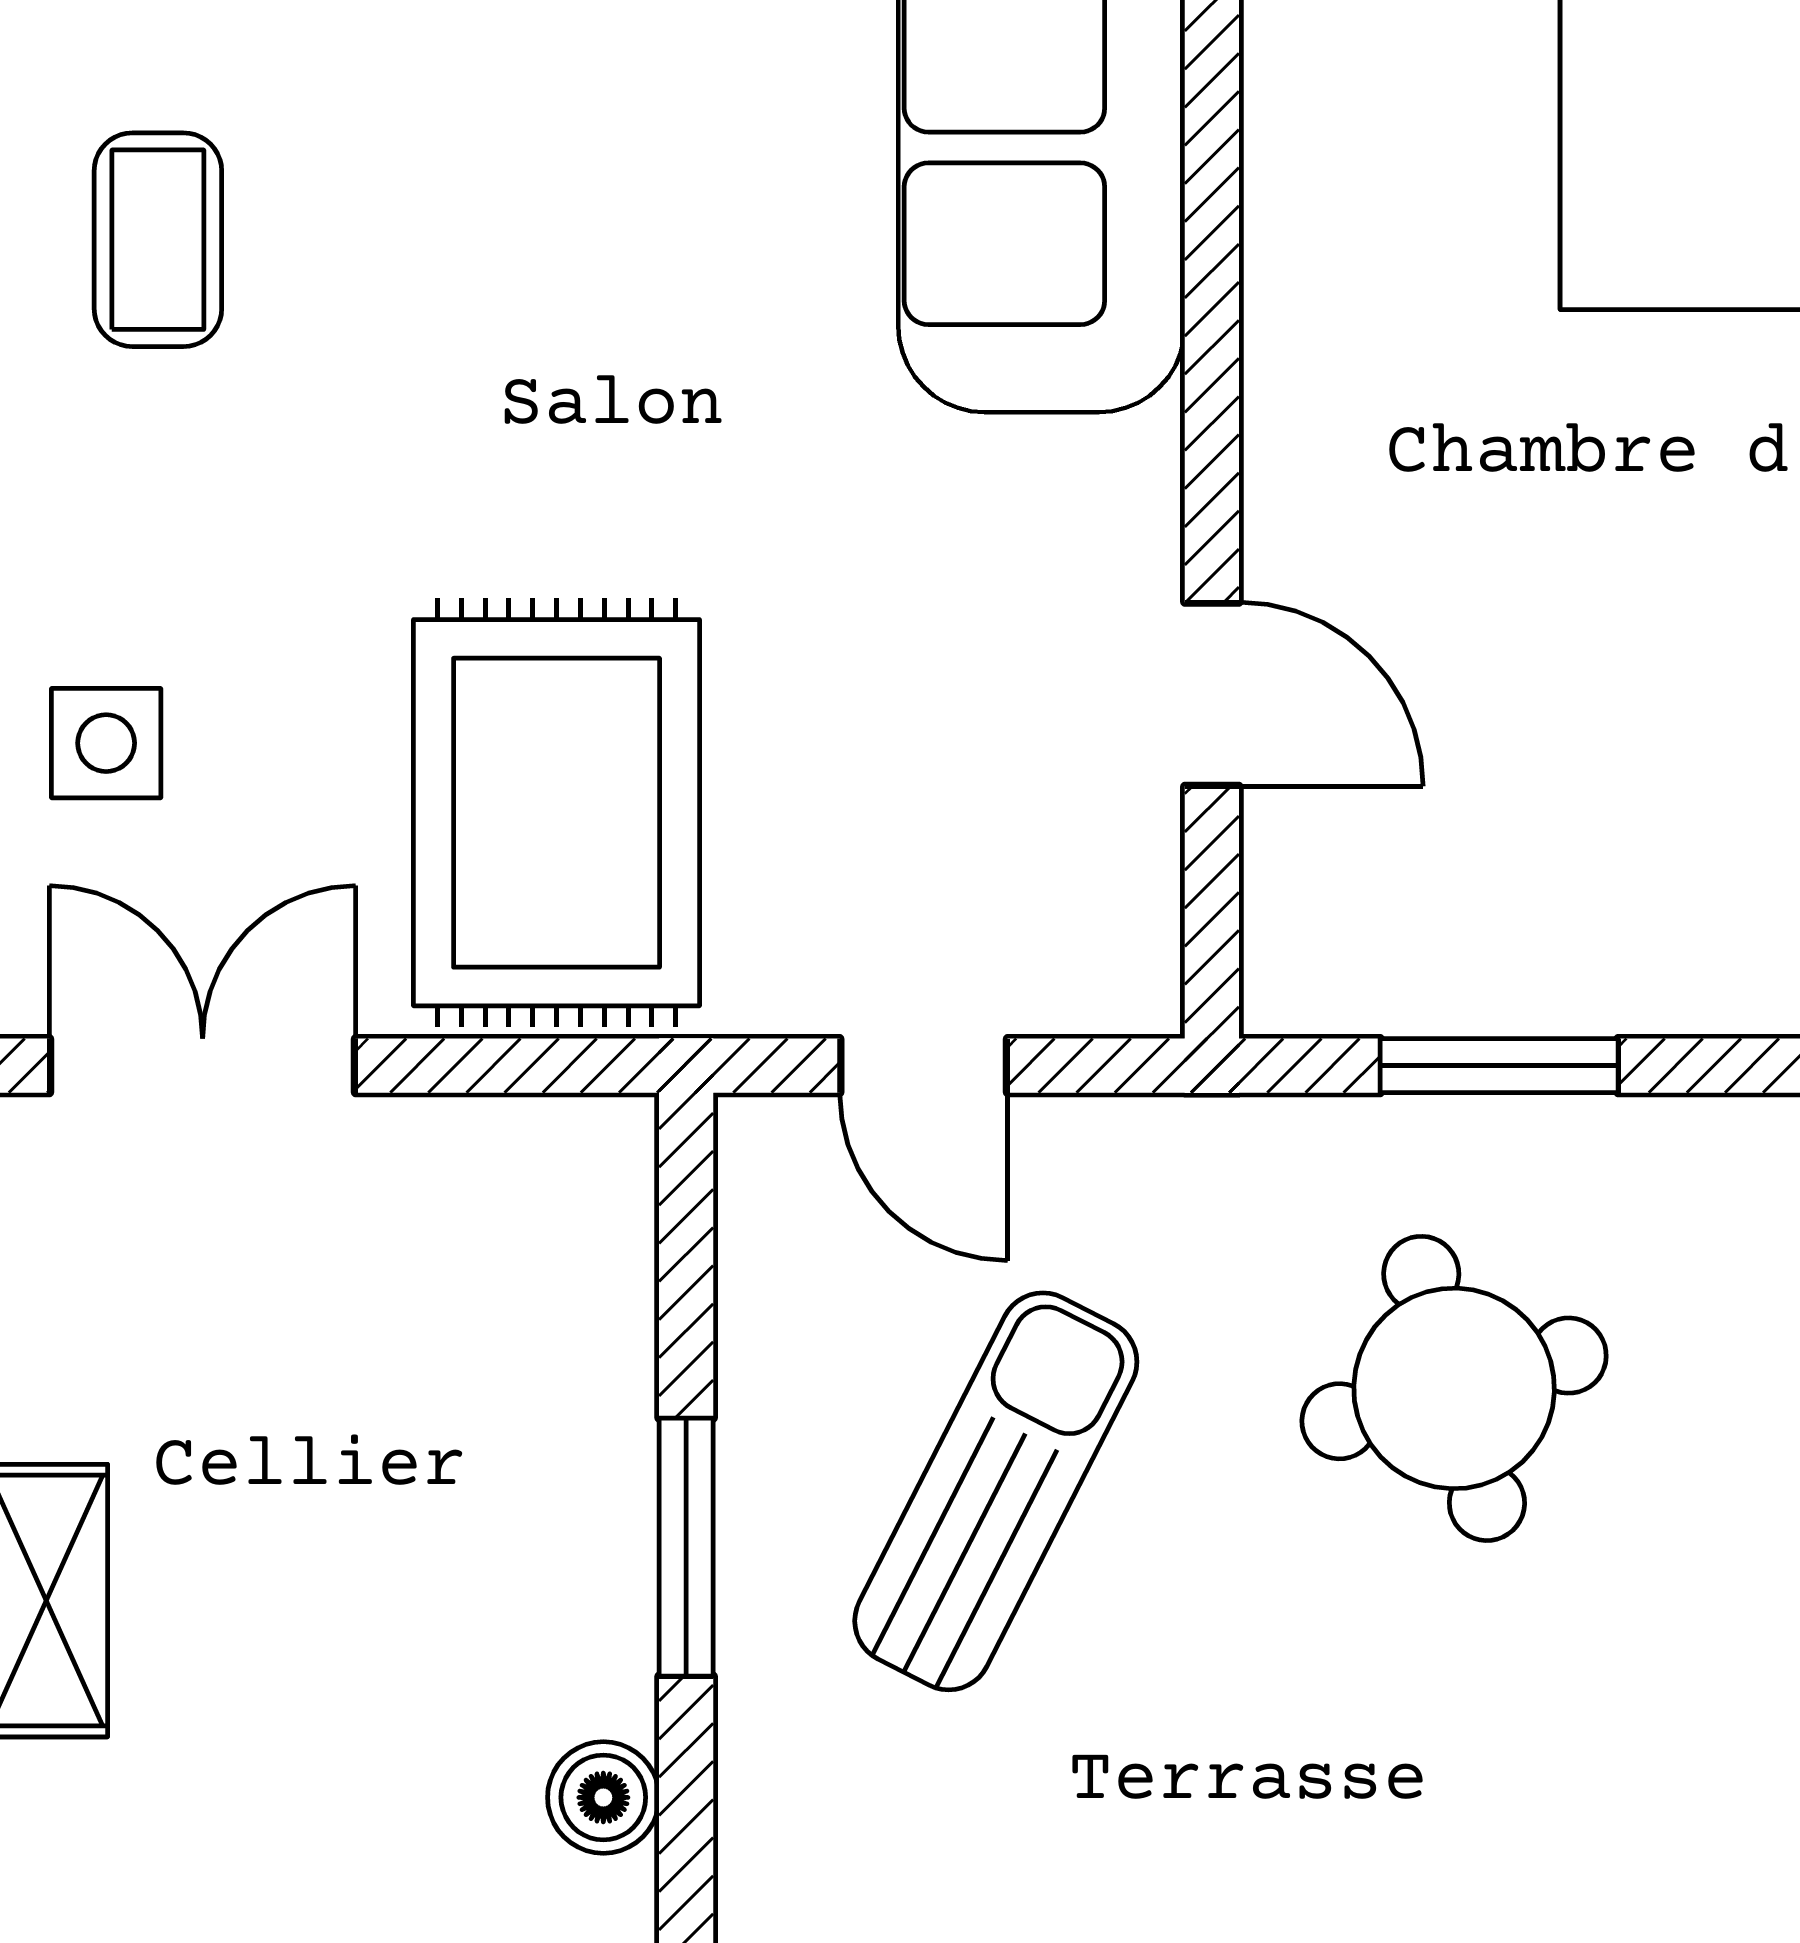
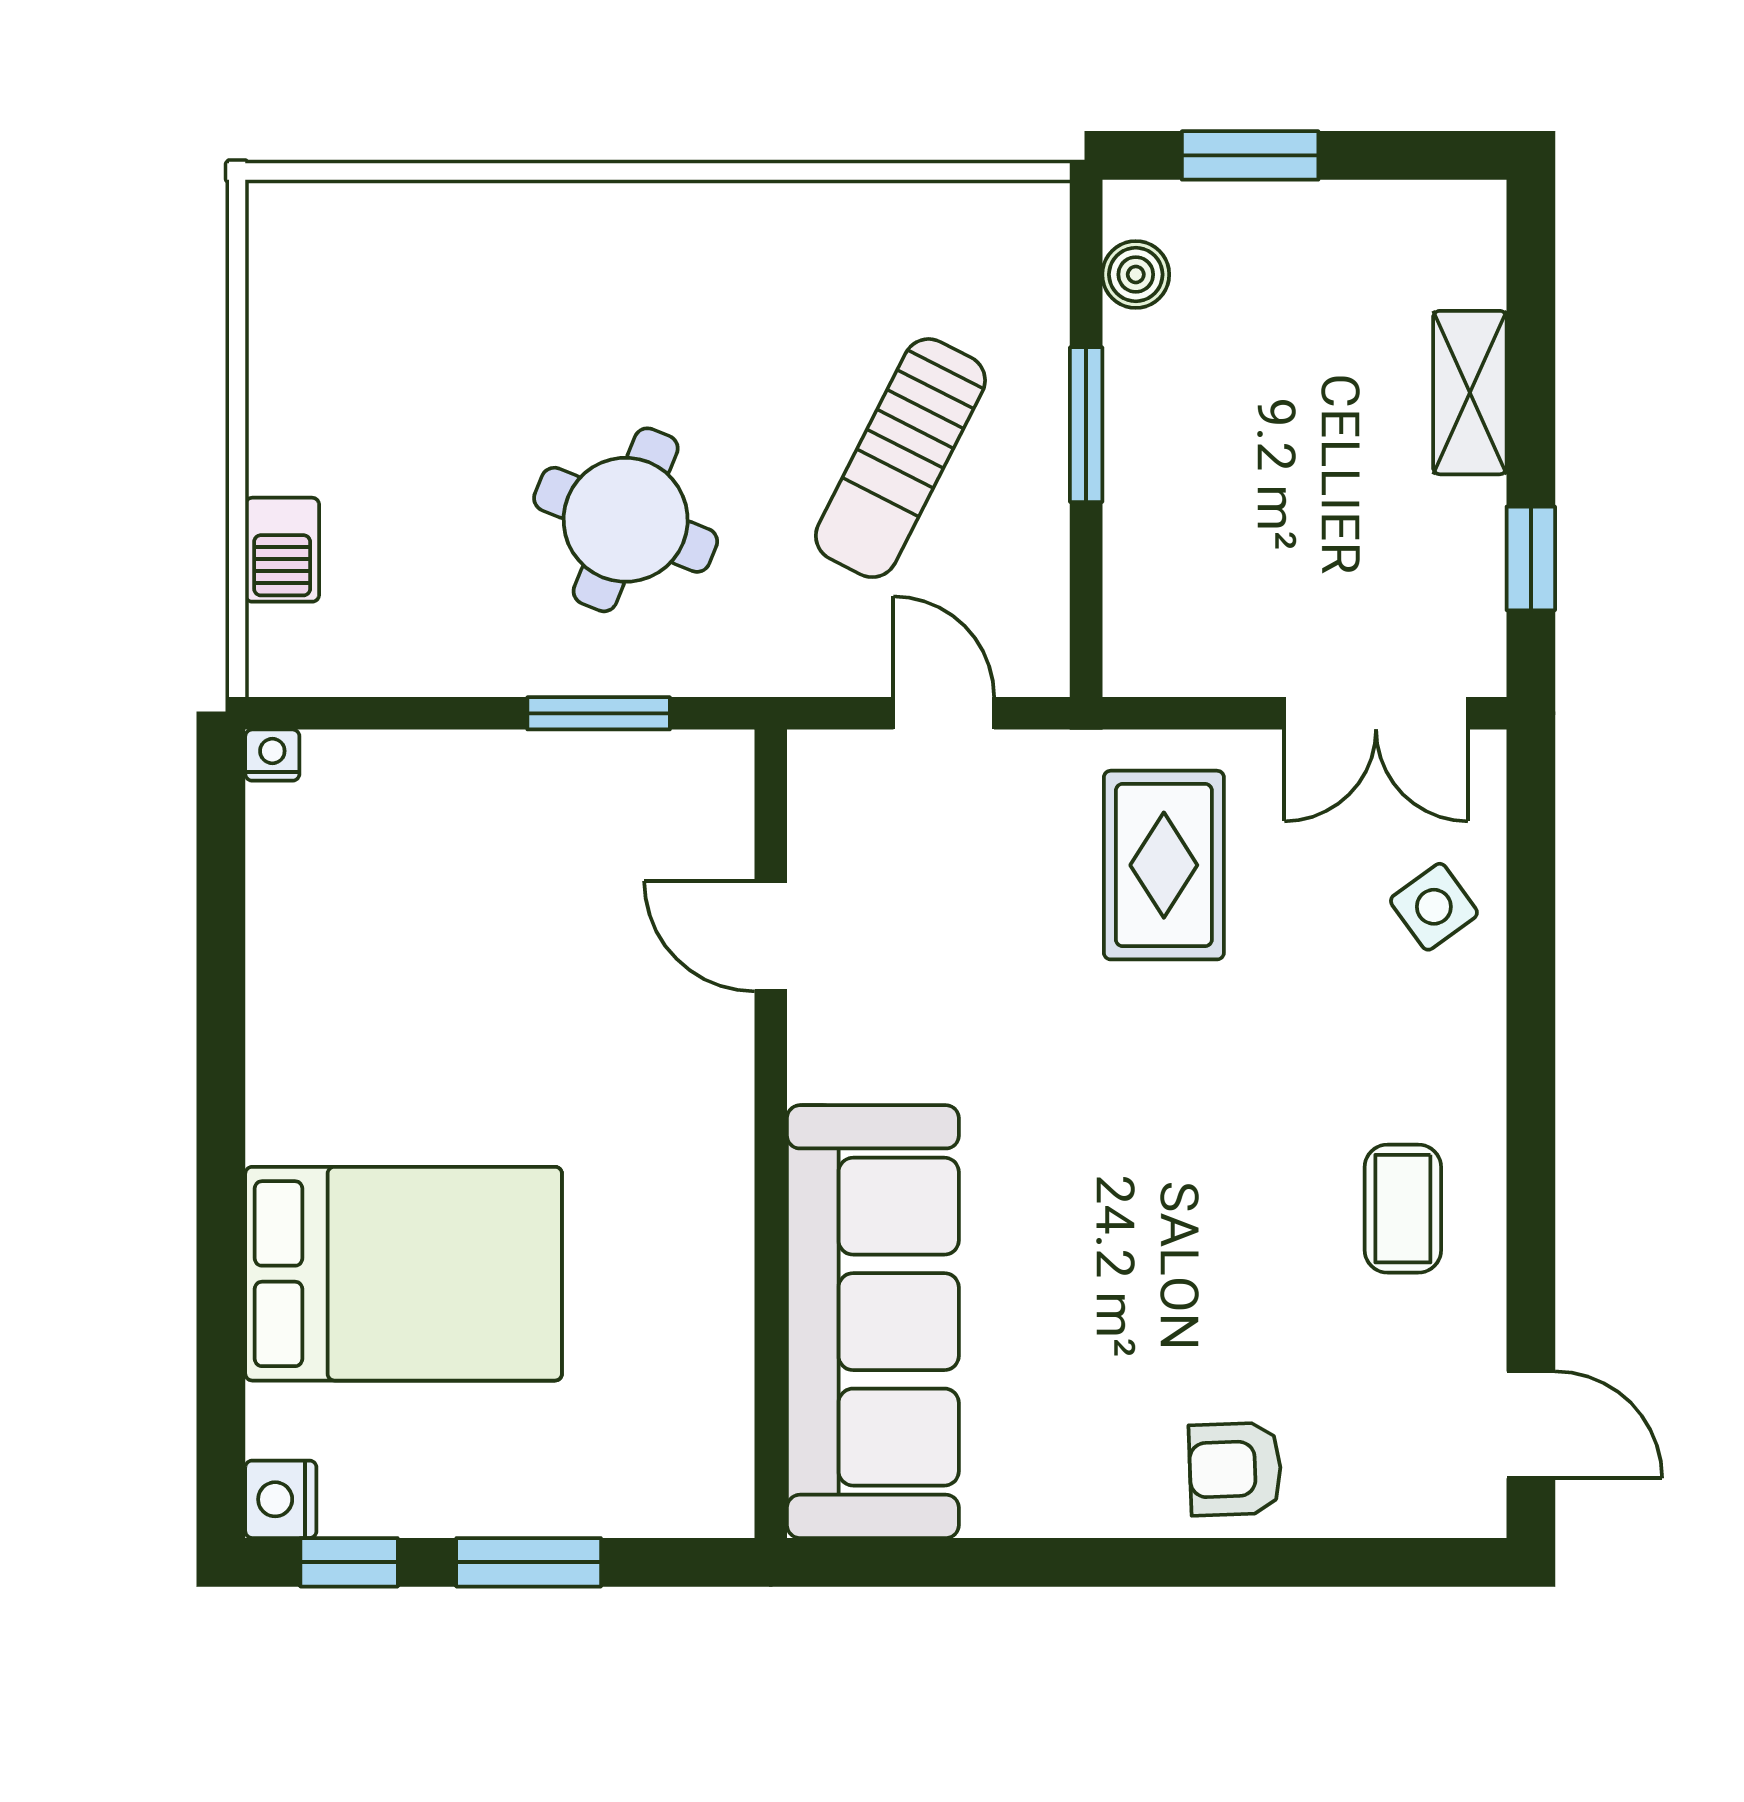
side table: (106, 743) -> (1434, 907), turned -36
rug: (557, 813) -> (1164, 865), width x0.73, depth x0.70
round table: (1454, 1388) -> (626, 520), turned 38

